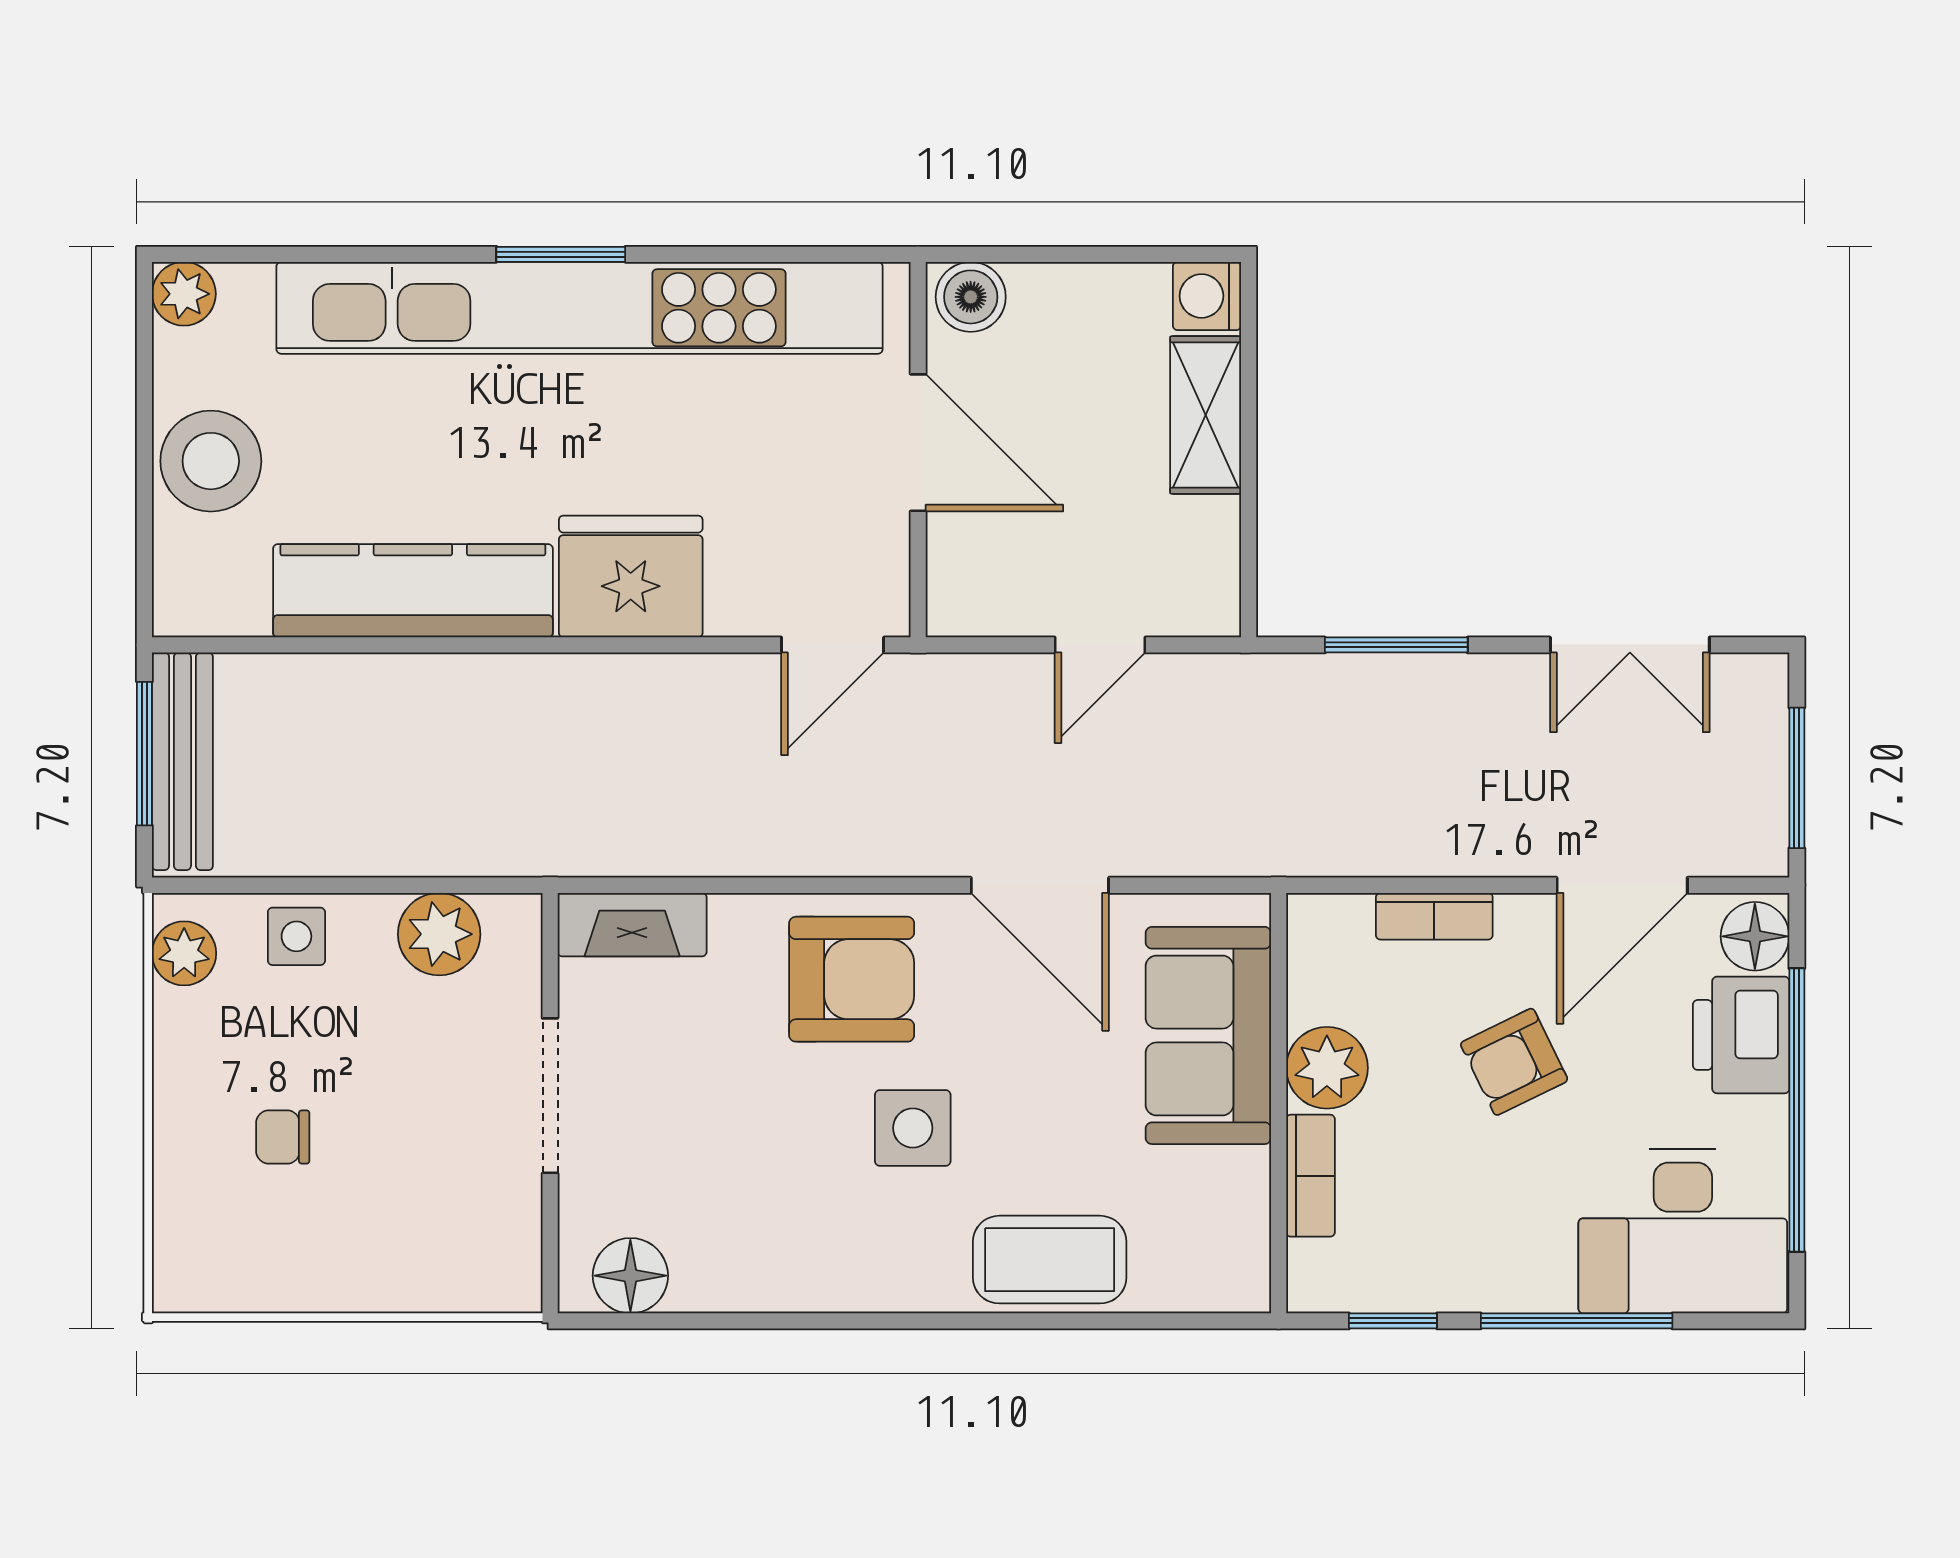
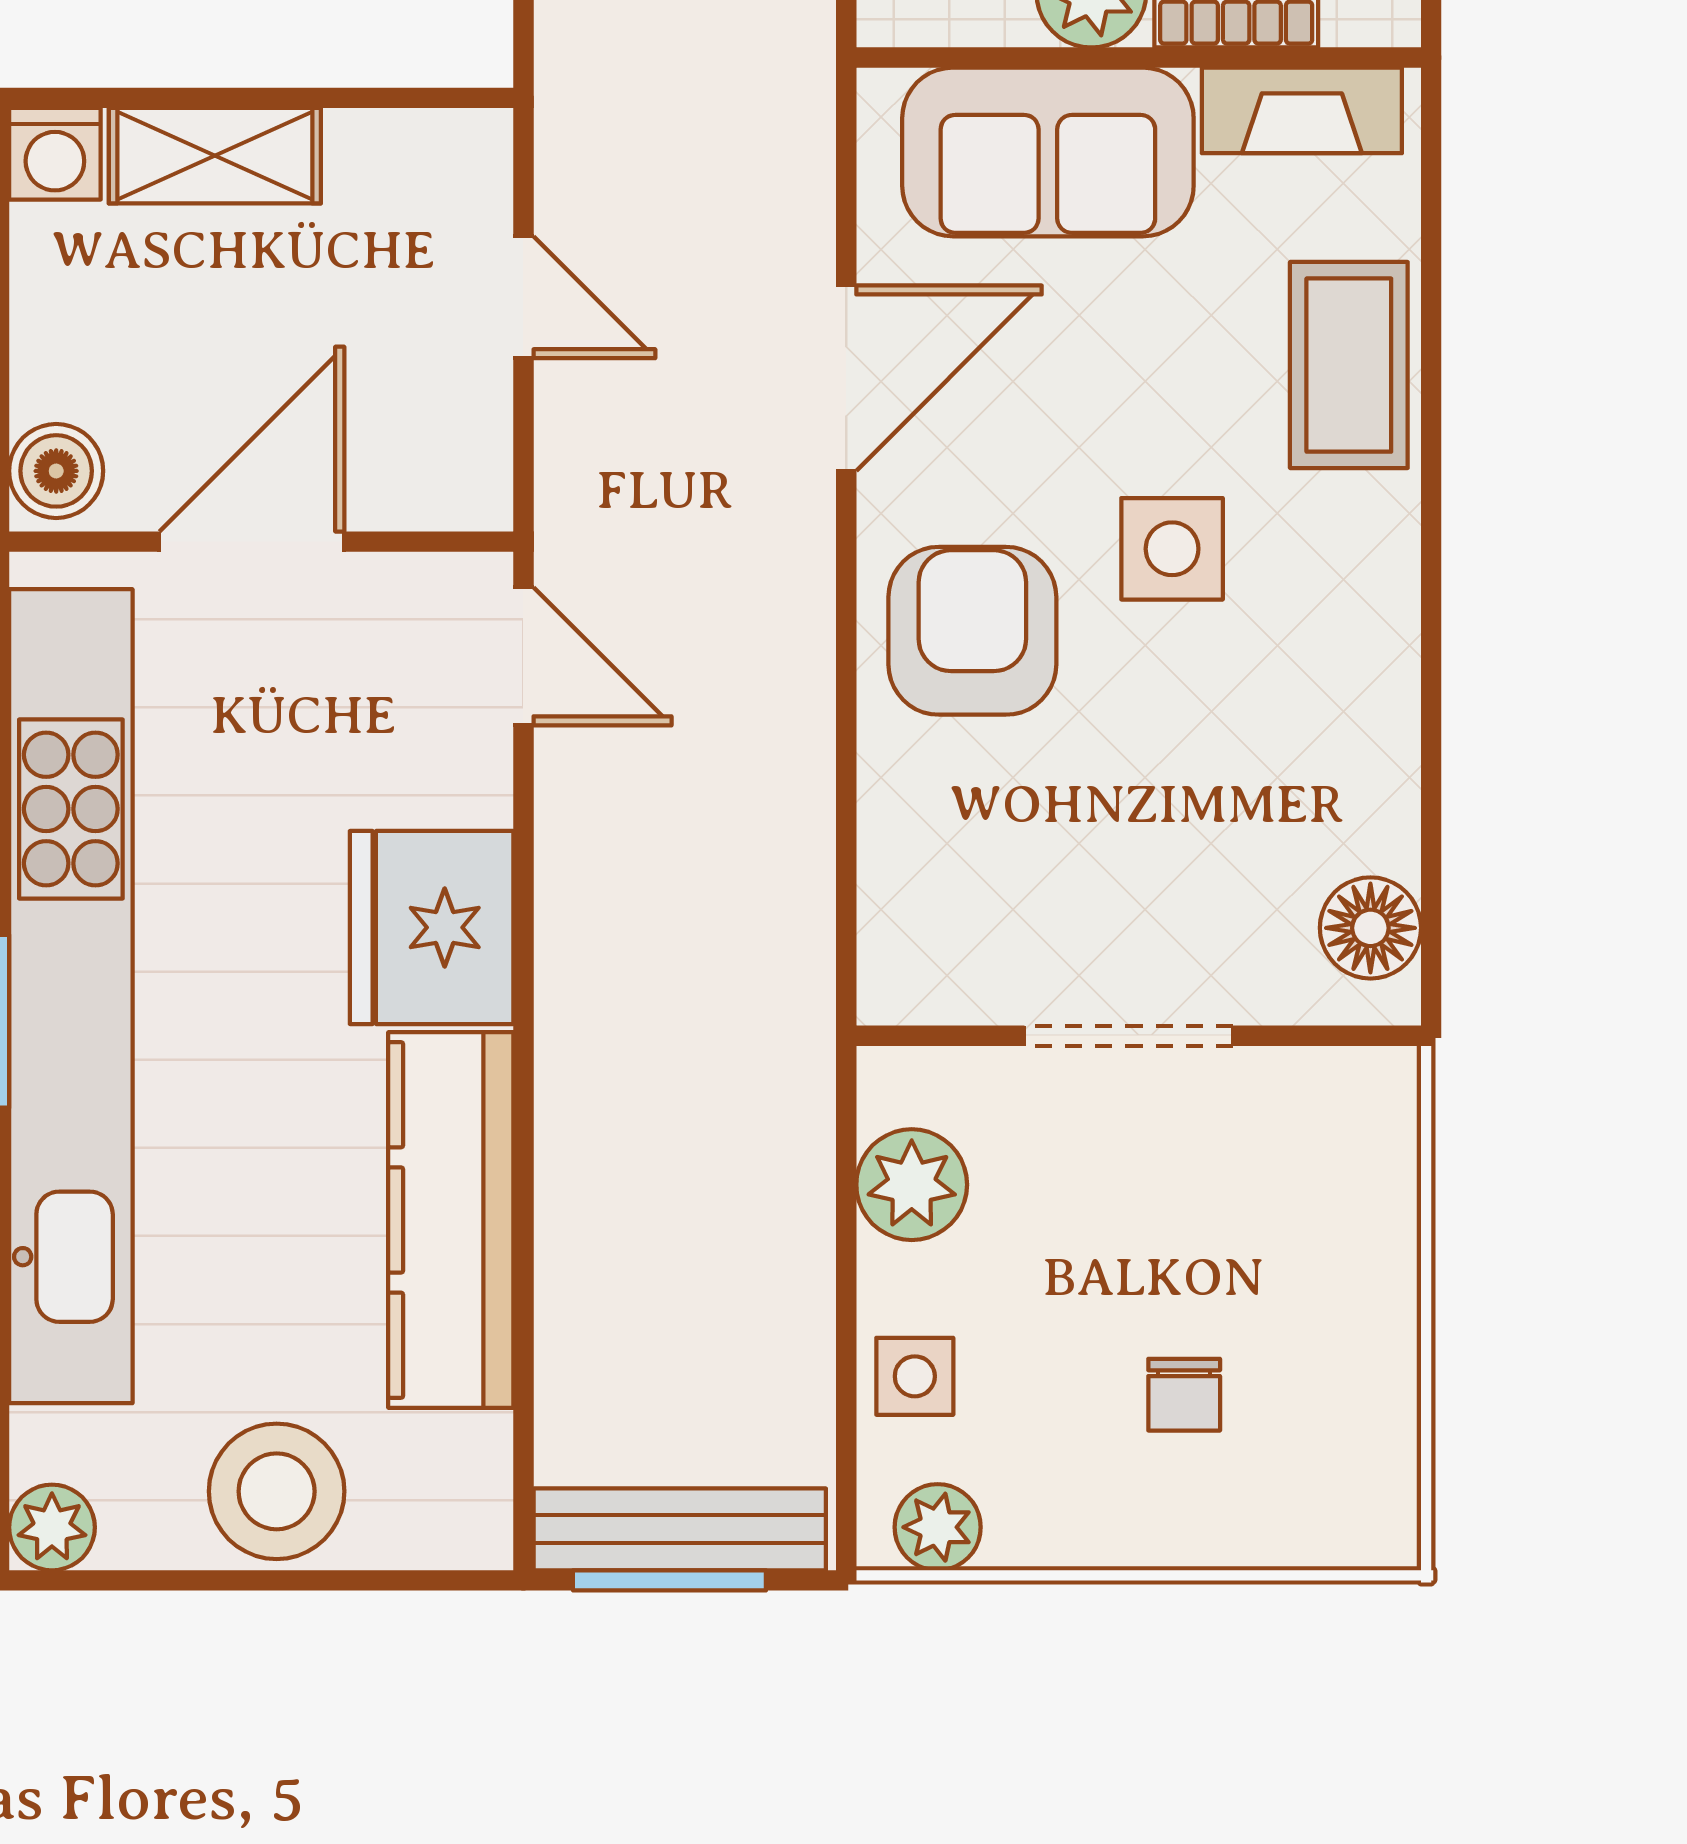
fireplace: (632, 925) -> (1302, 110), moved, turned 90

